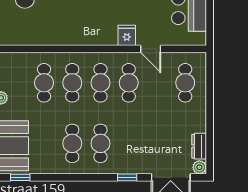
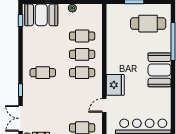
fridge: (127, 35) -> (115, 85), width x1.88, depth x1.34
cafe table: (129, 83) -> (82, 91), removed
cafe table: (72, 143) -> (43, 54), removed

